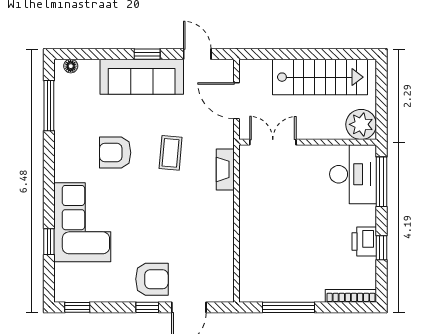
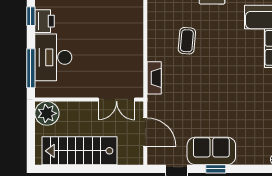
sofa: (142, 77) -> (211, 151), width x0.73
armchair: (115, 153) -> (241, 91), removed
coffee table: (171, 153) -> (187, 41), moved
desk: (353, 174) -> (53, 57), moved

